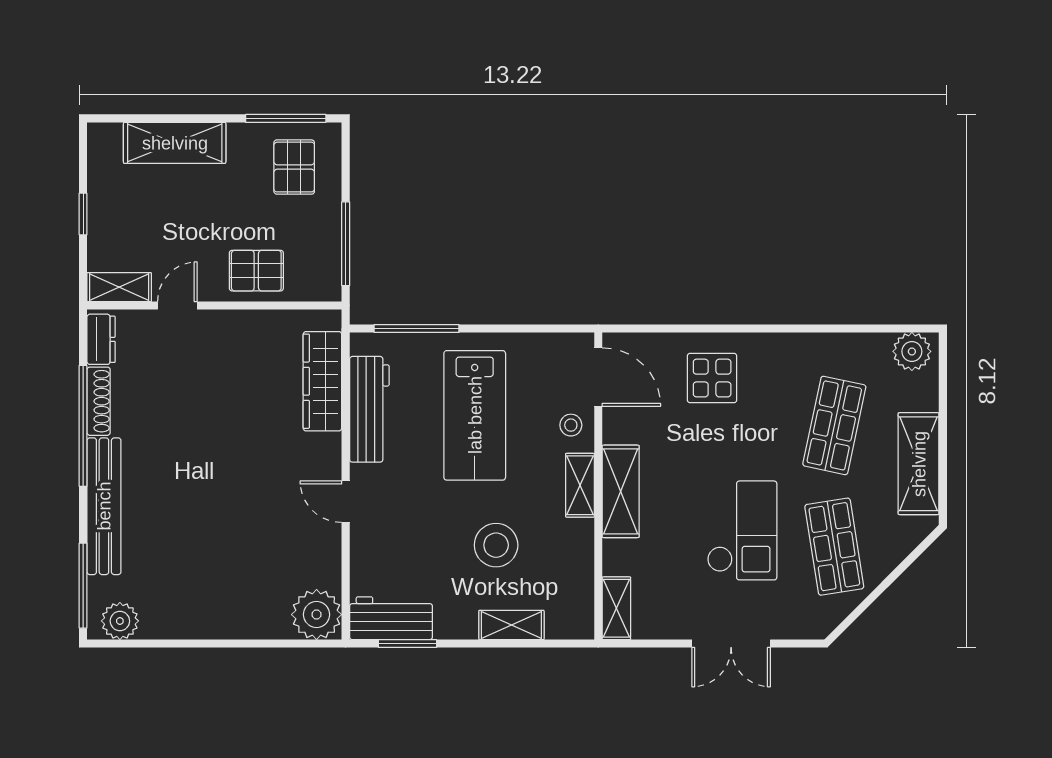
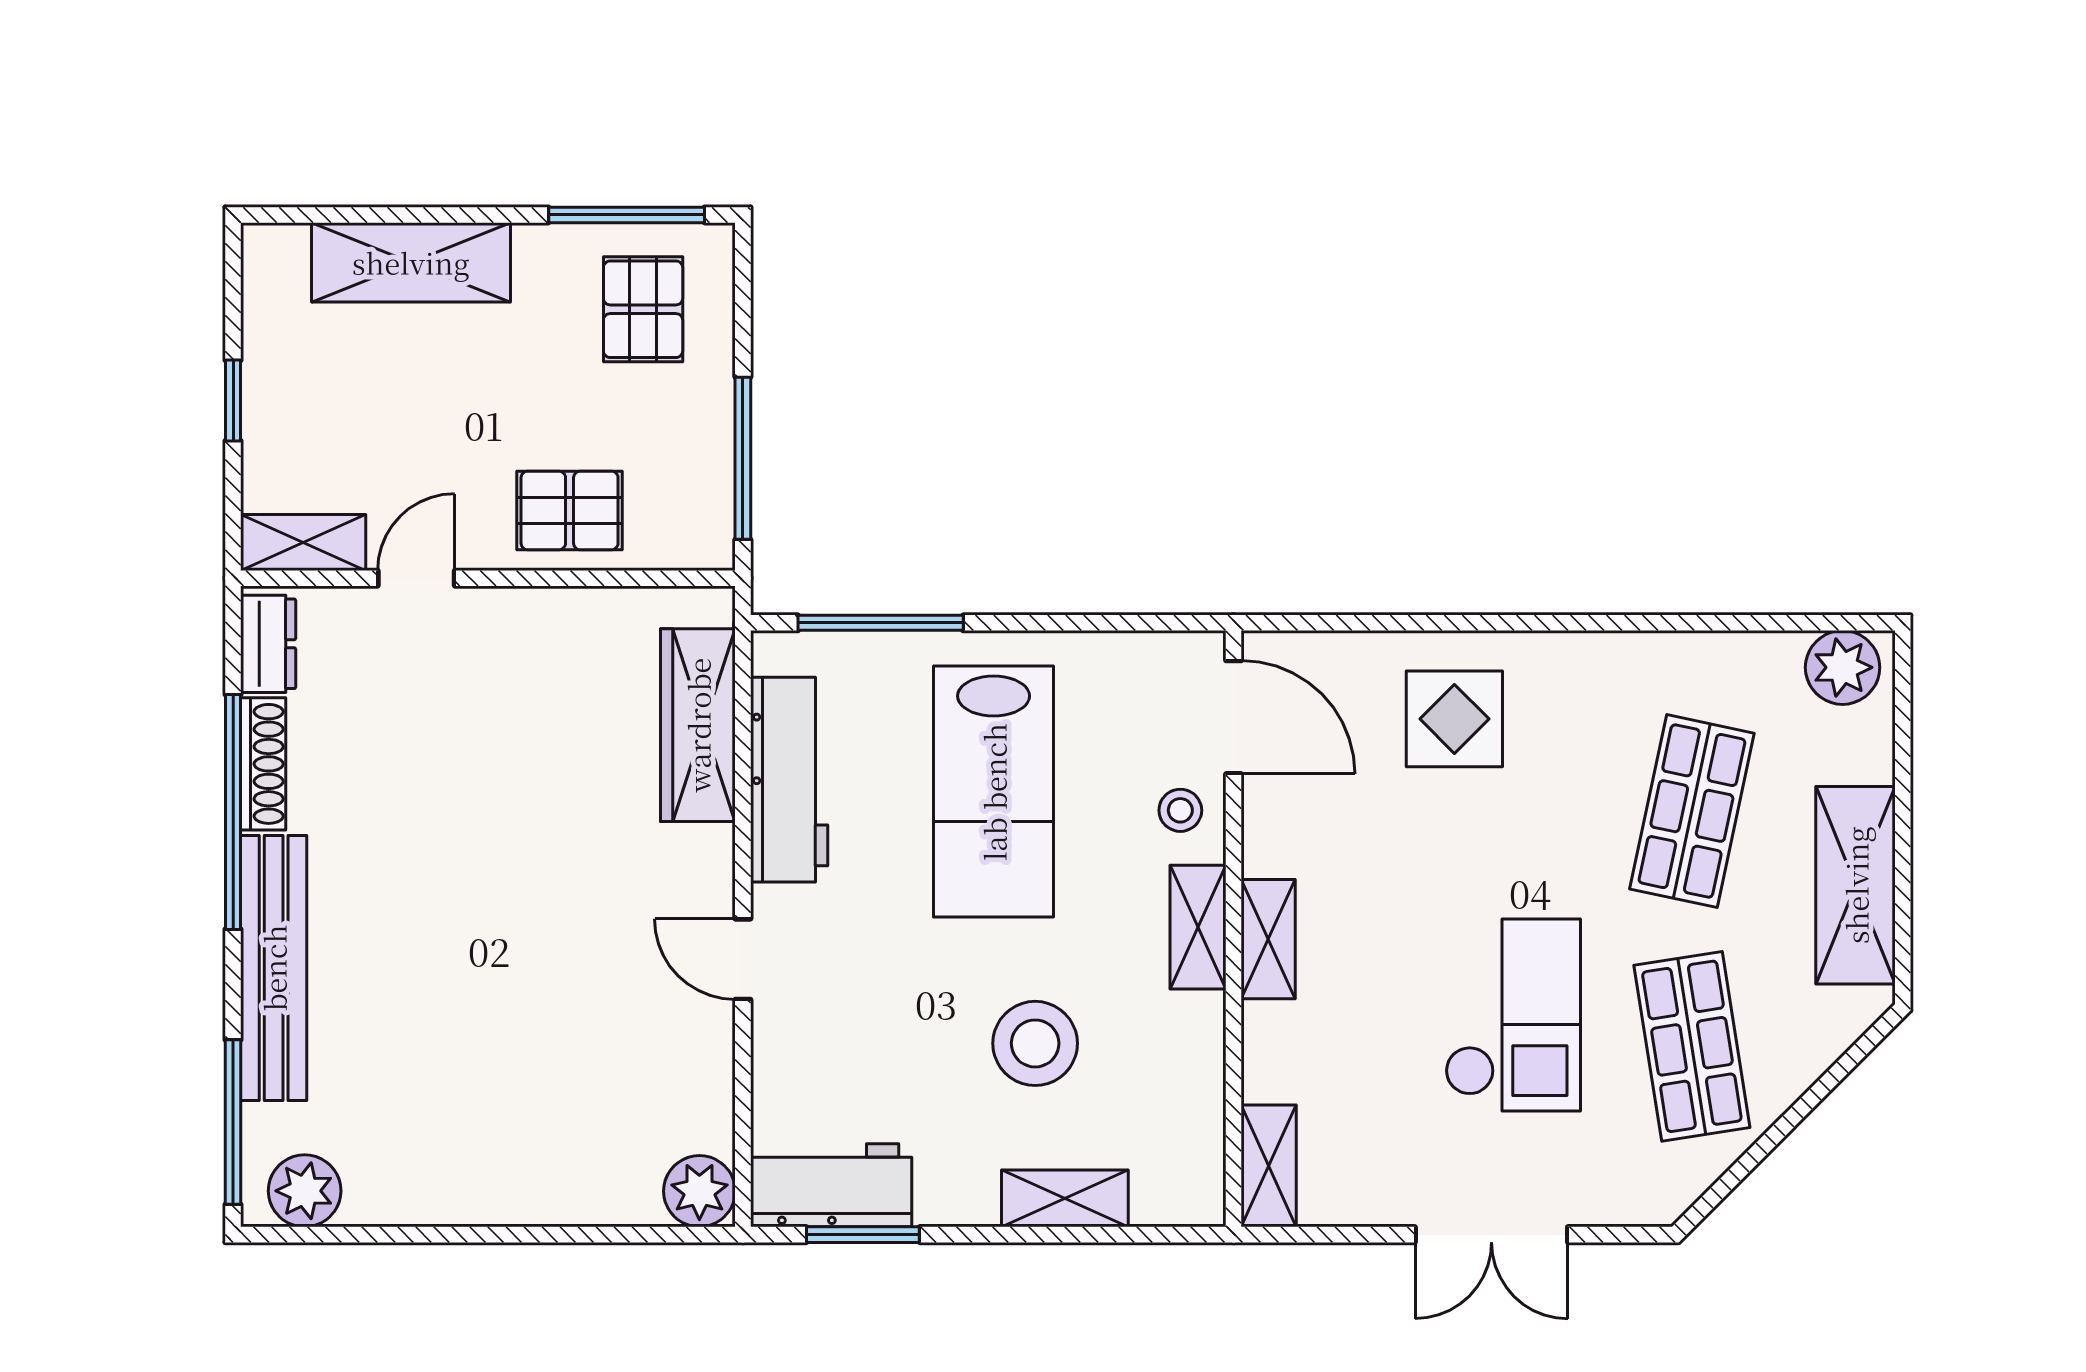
shelving: (621, 491) -> (1268, 939), width x0.67, depth x0.75
plant: (317, 615) -> (699, 1191), width x0.73, depth x0.73

